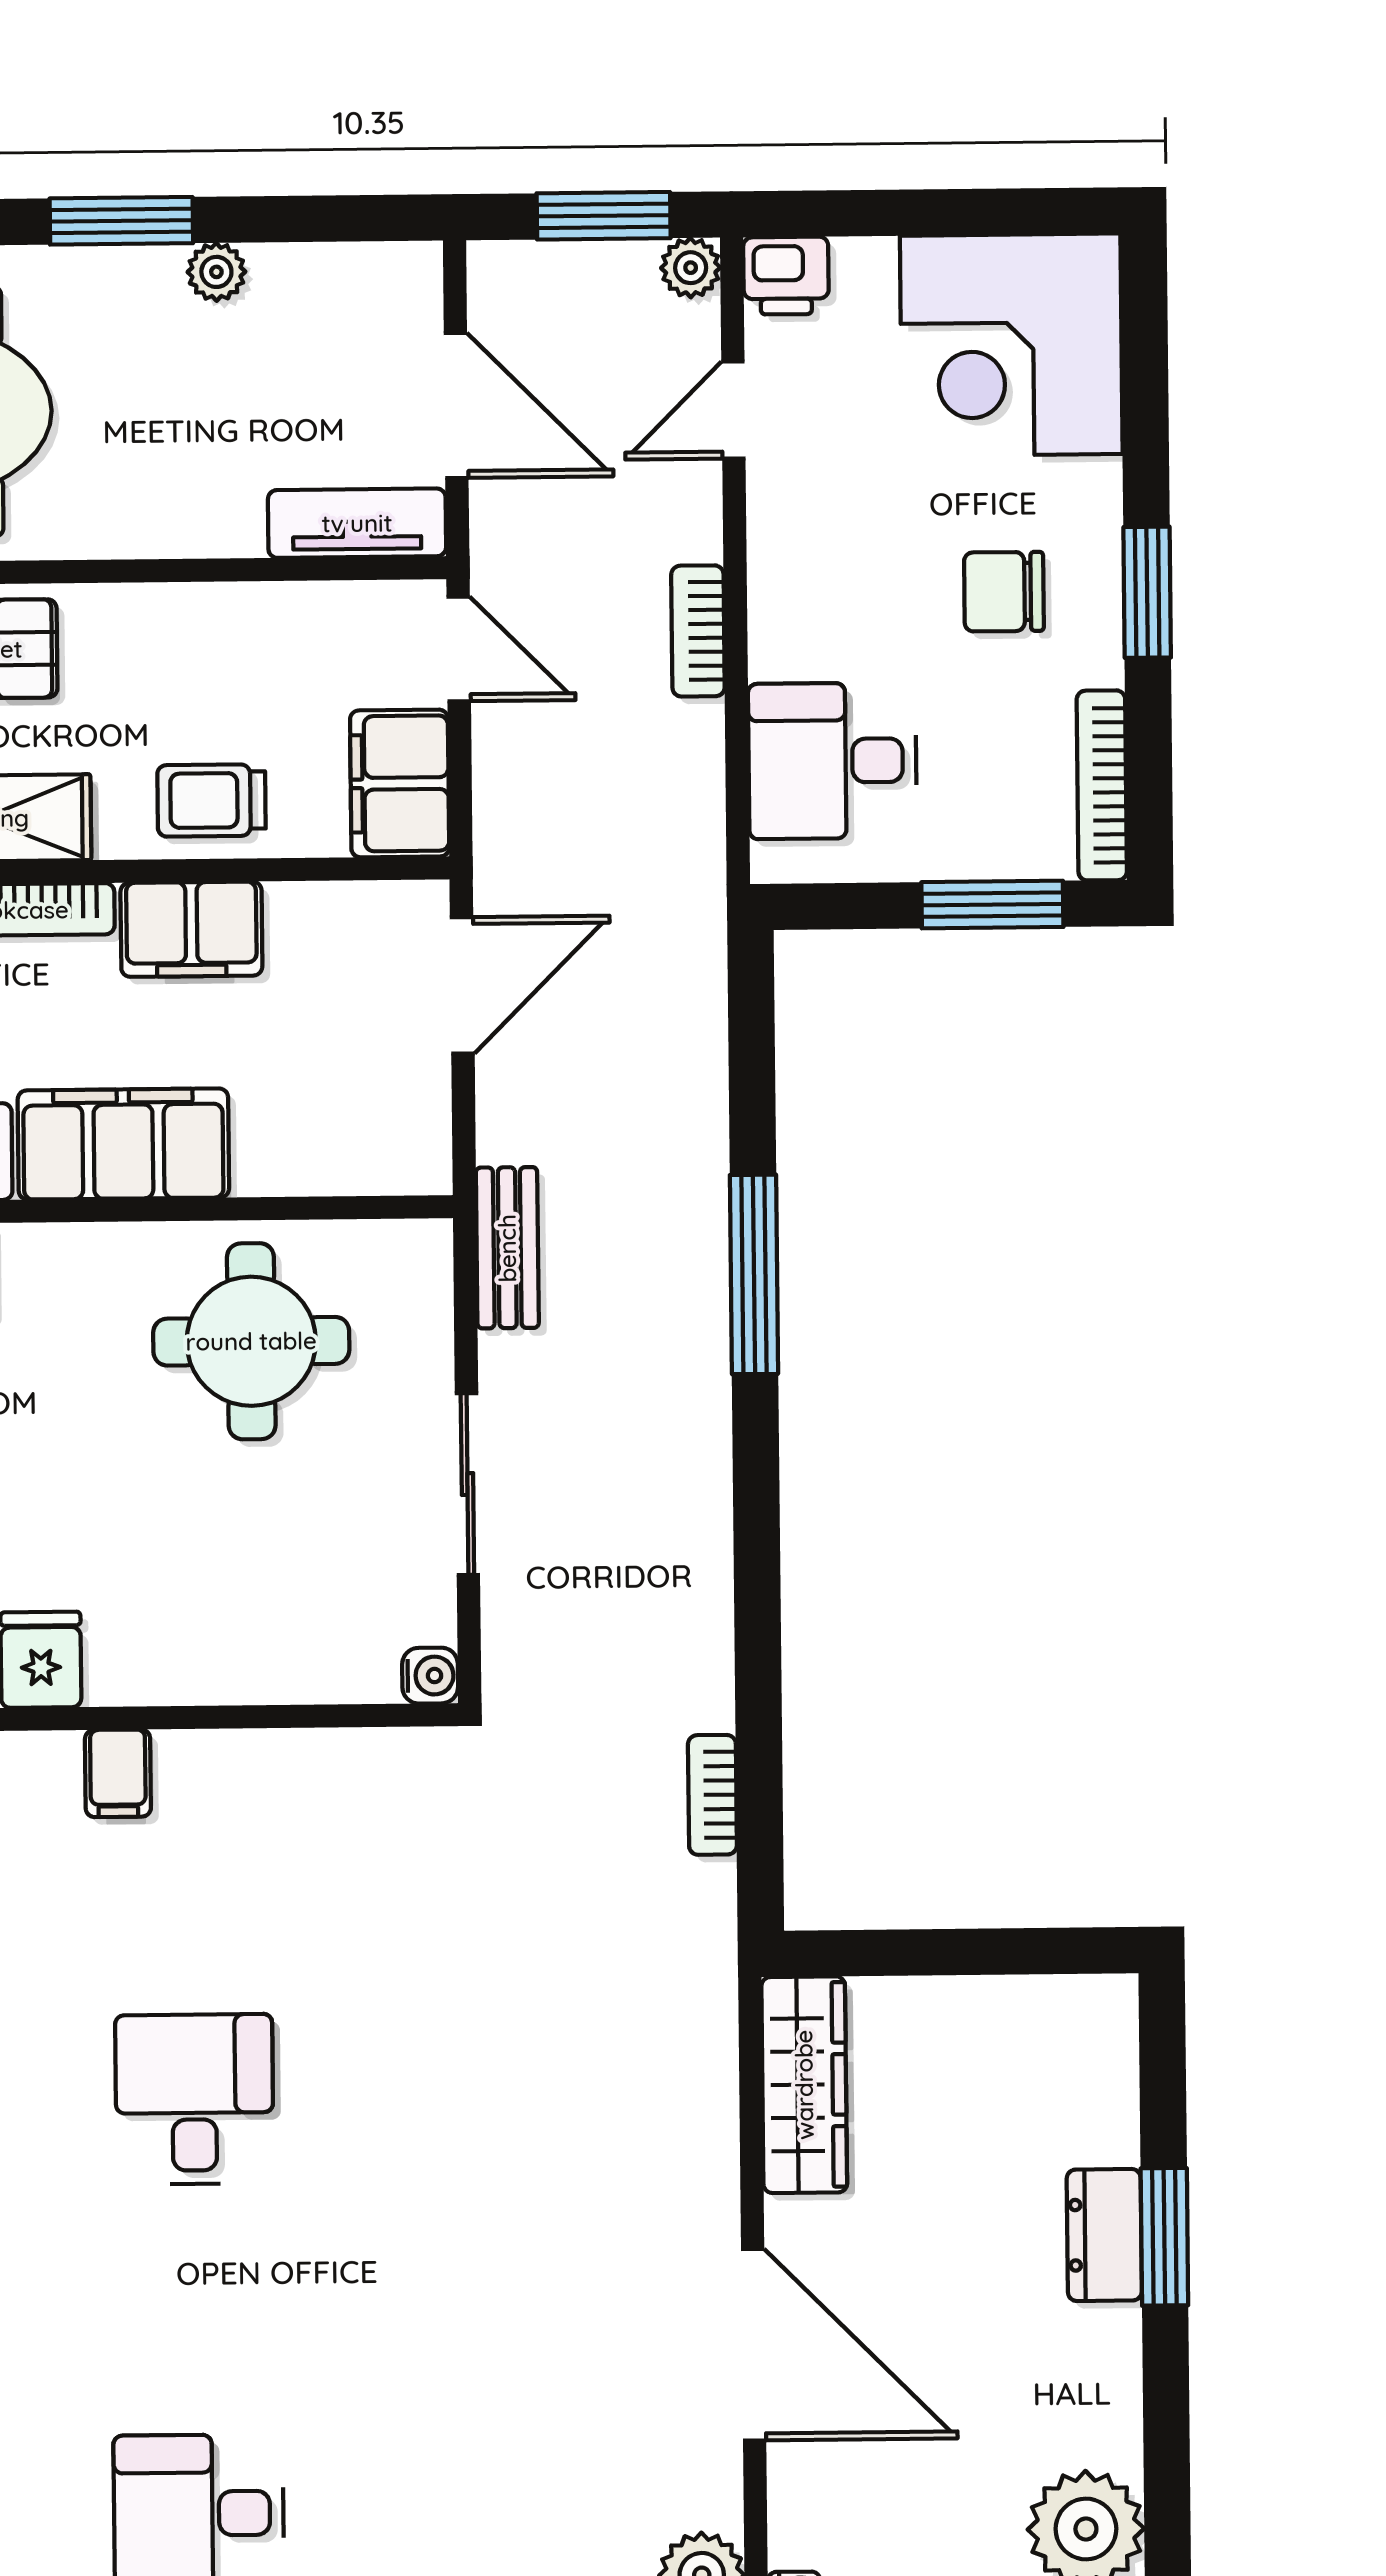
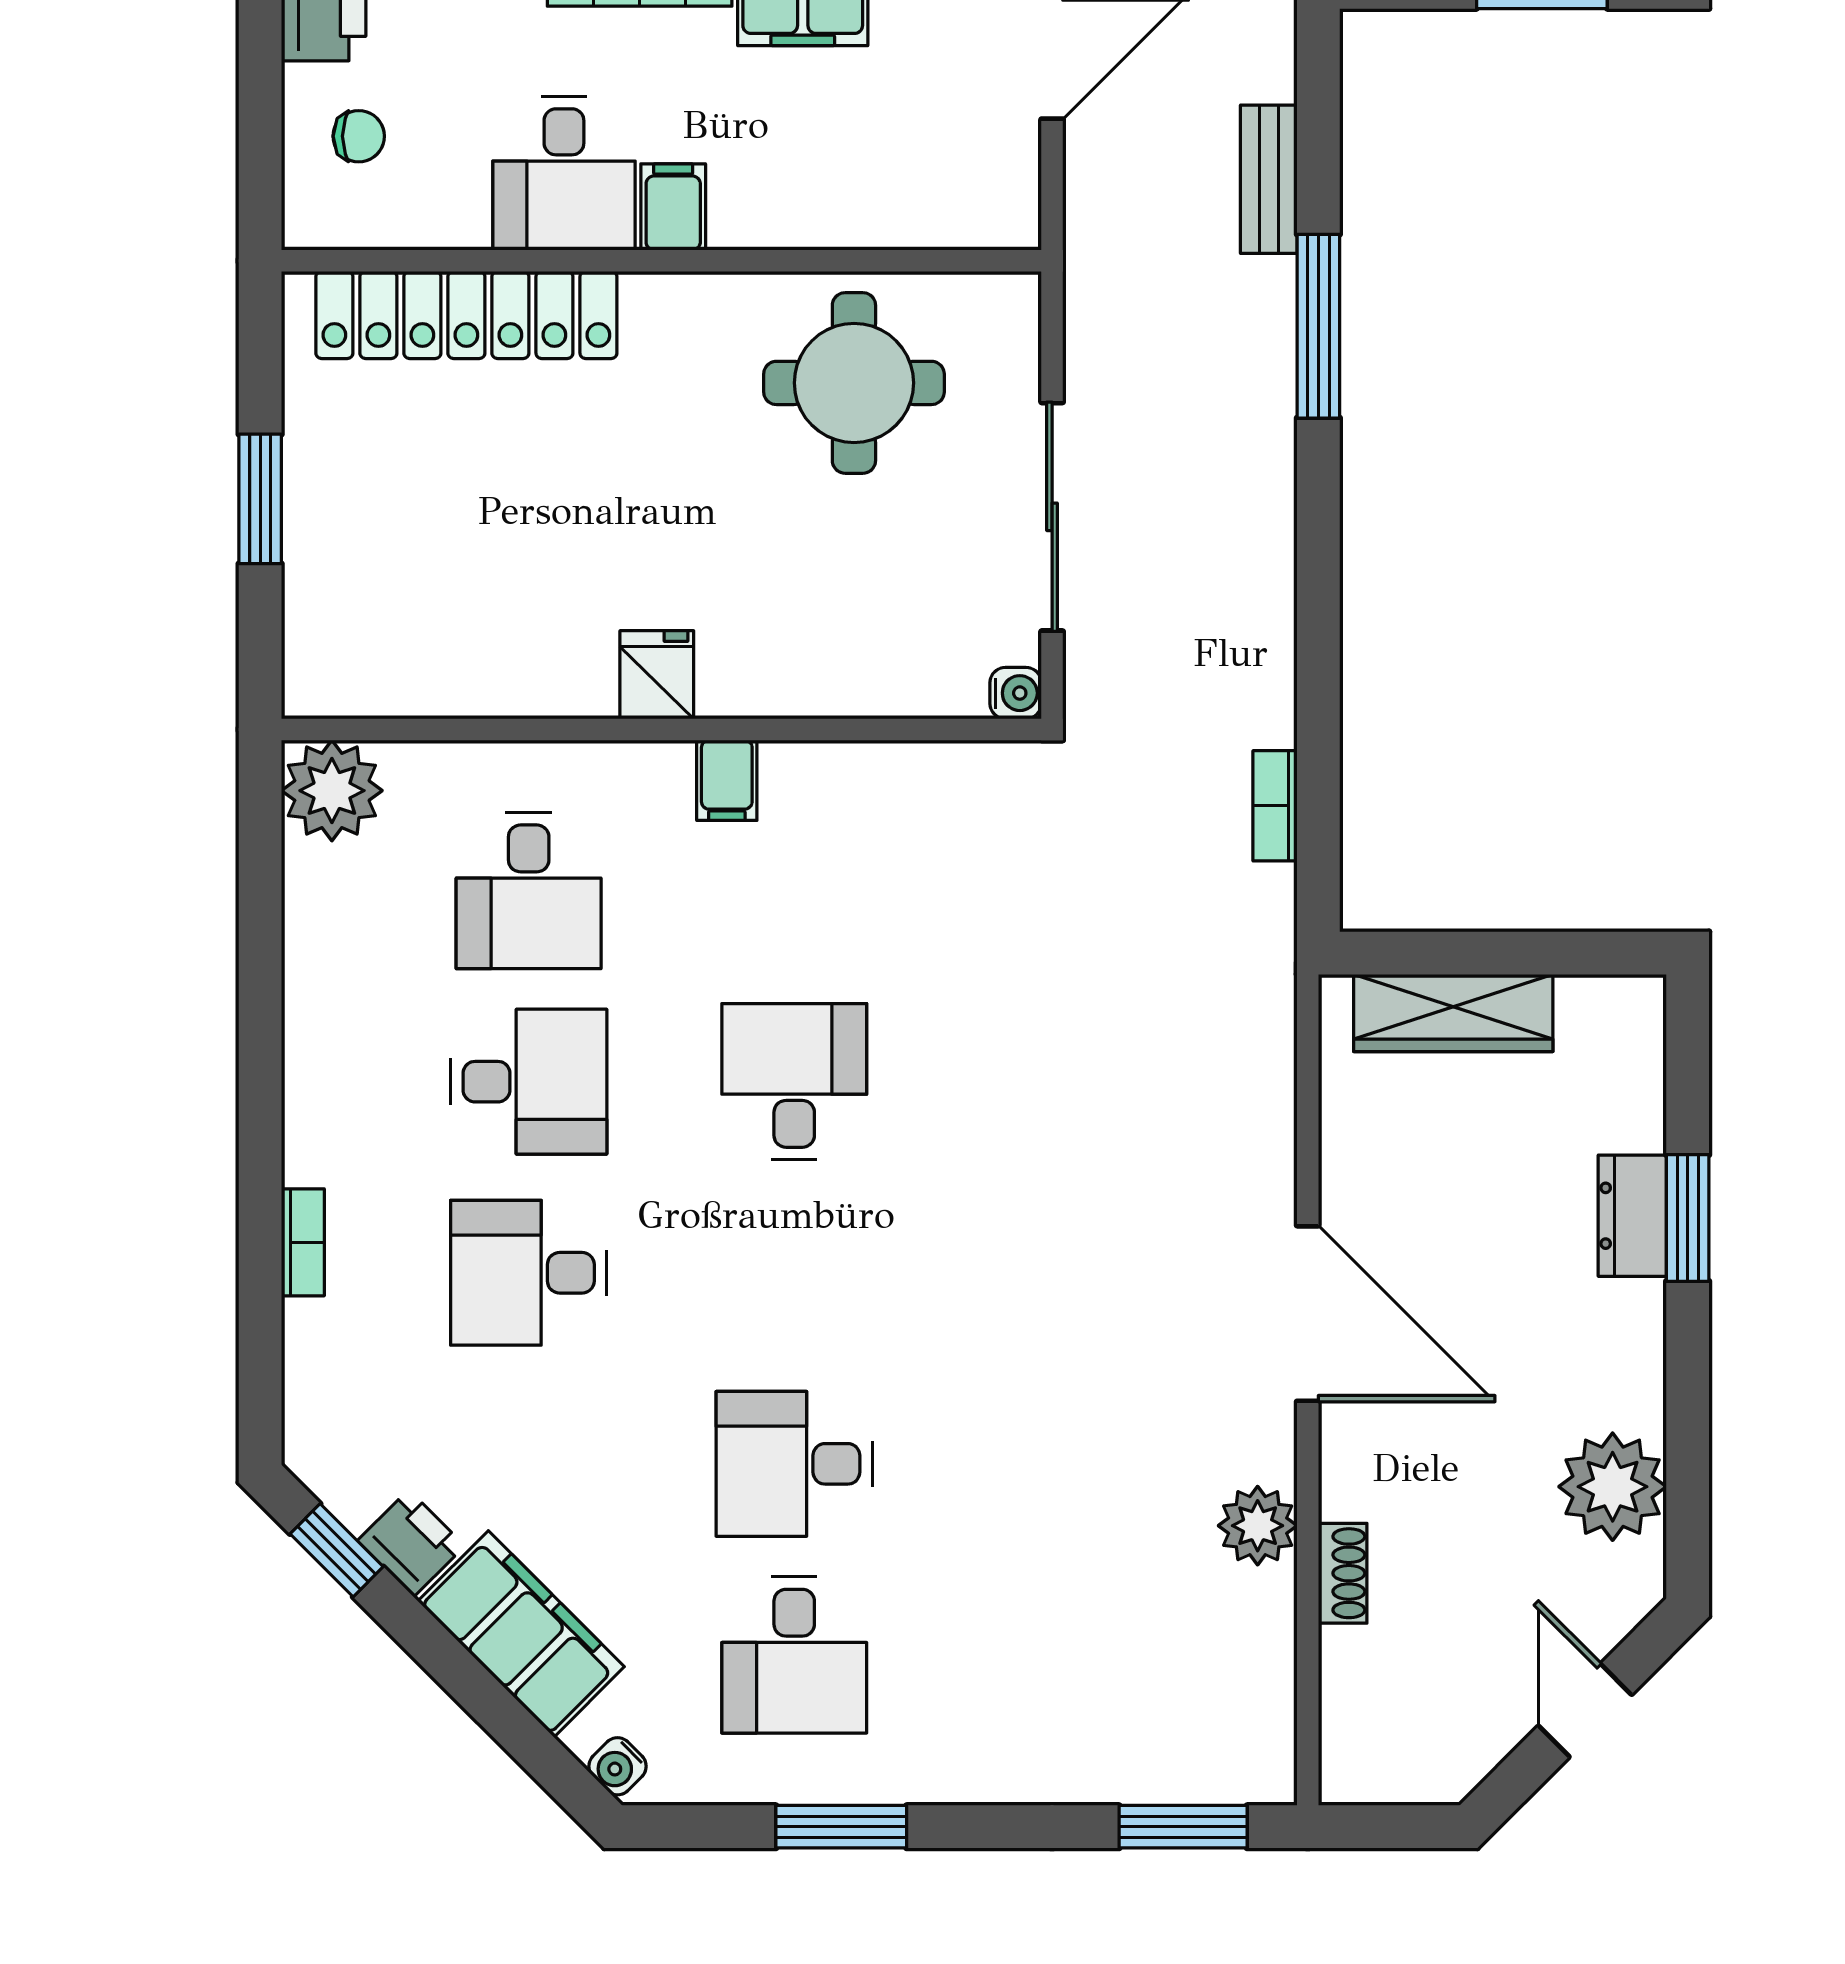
filing cabinet: (123, 1144) -> (673, 207), width x0.33, depth x0.86
bench: (507, 1248) -> (1269, 179), moved
sliding door: (467, 1484) -> (1052, 517), width x1.37
wardrobe: (804, 2085) -> (1453, 1013), moved, turned 90

